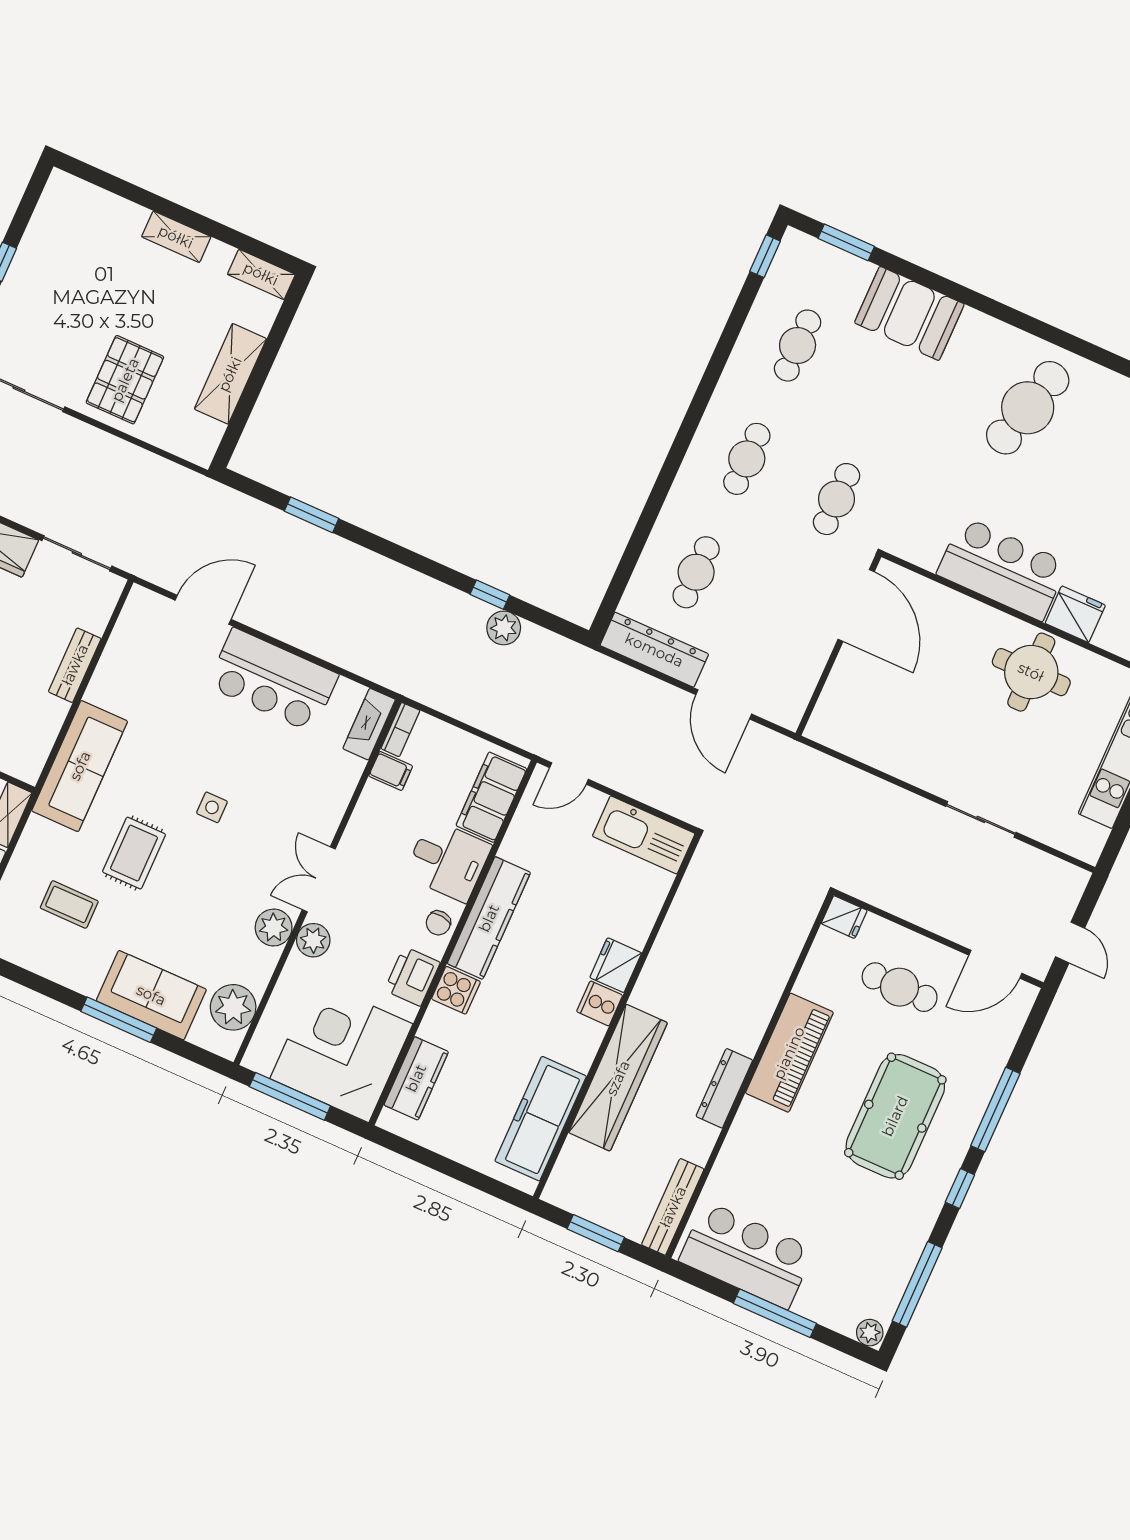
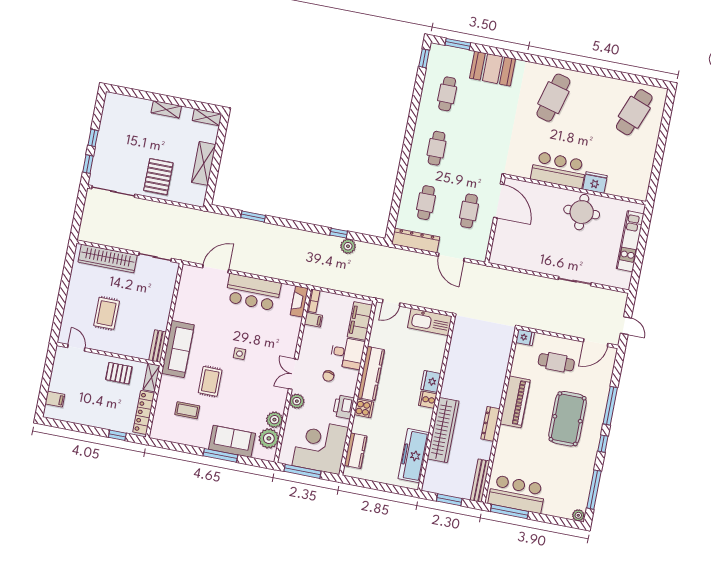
cafe table: (837, 499) -> (469, 211), moved
bench: (75, 665) -> (158, 346), moved
chair: (438, 923) -> (328, 376), moved
plant: (274, 928) -> (274, 420), moved
window: (775, 1313) -> (509, 512), moved

